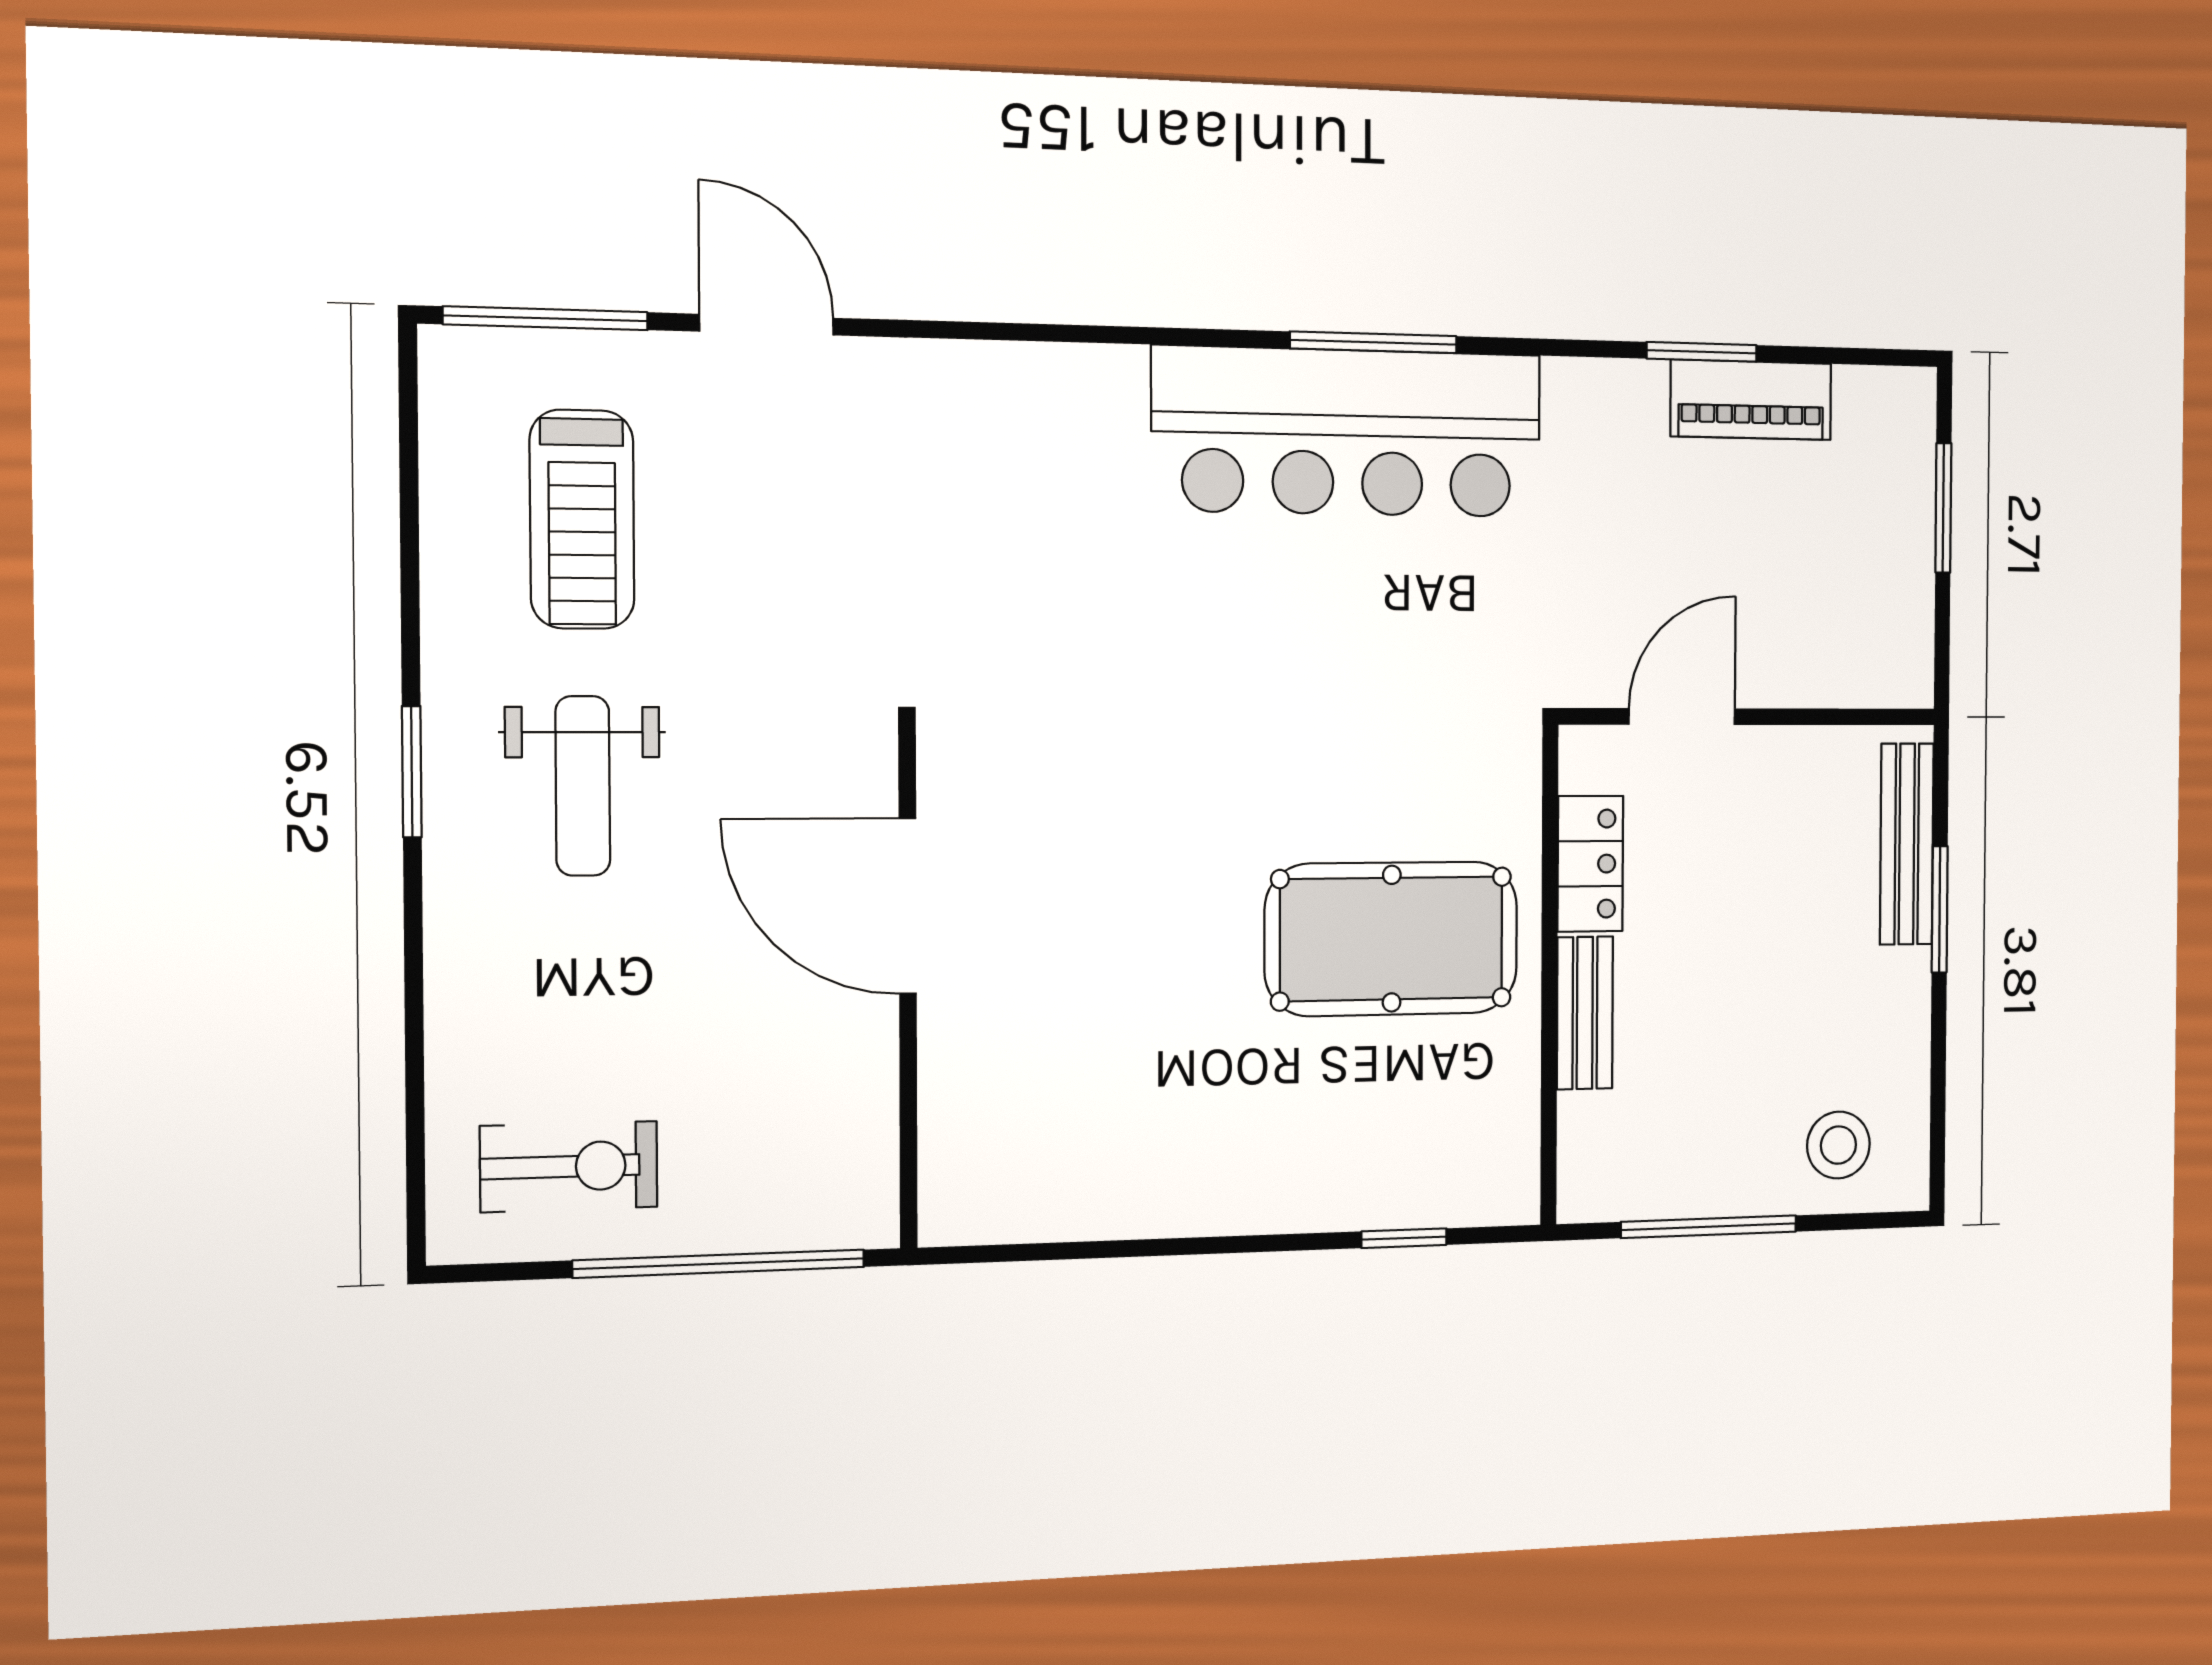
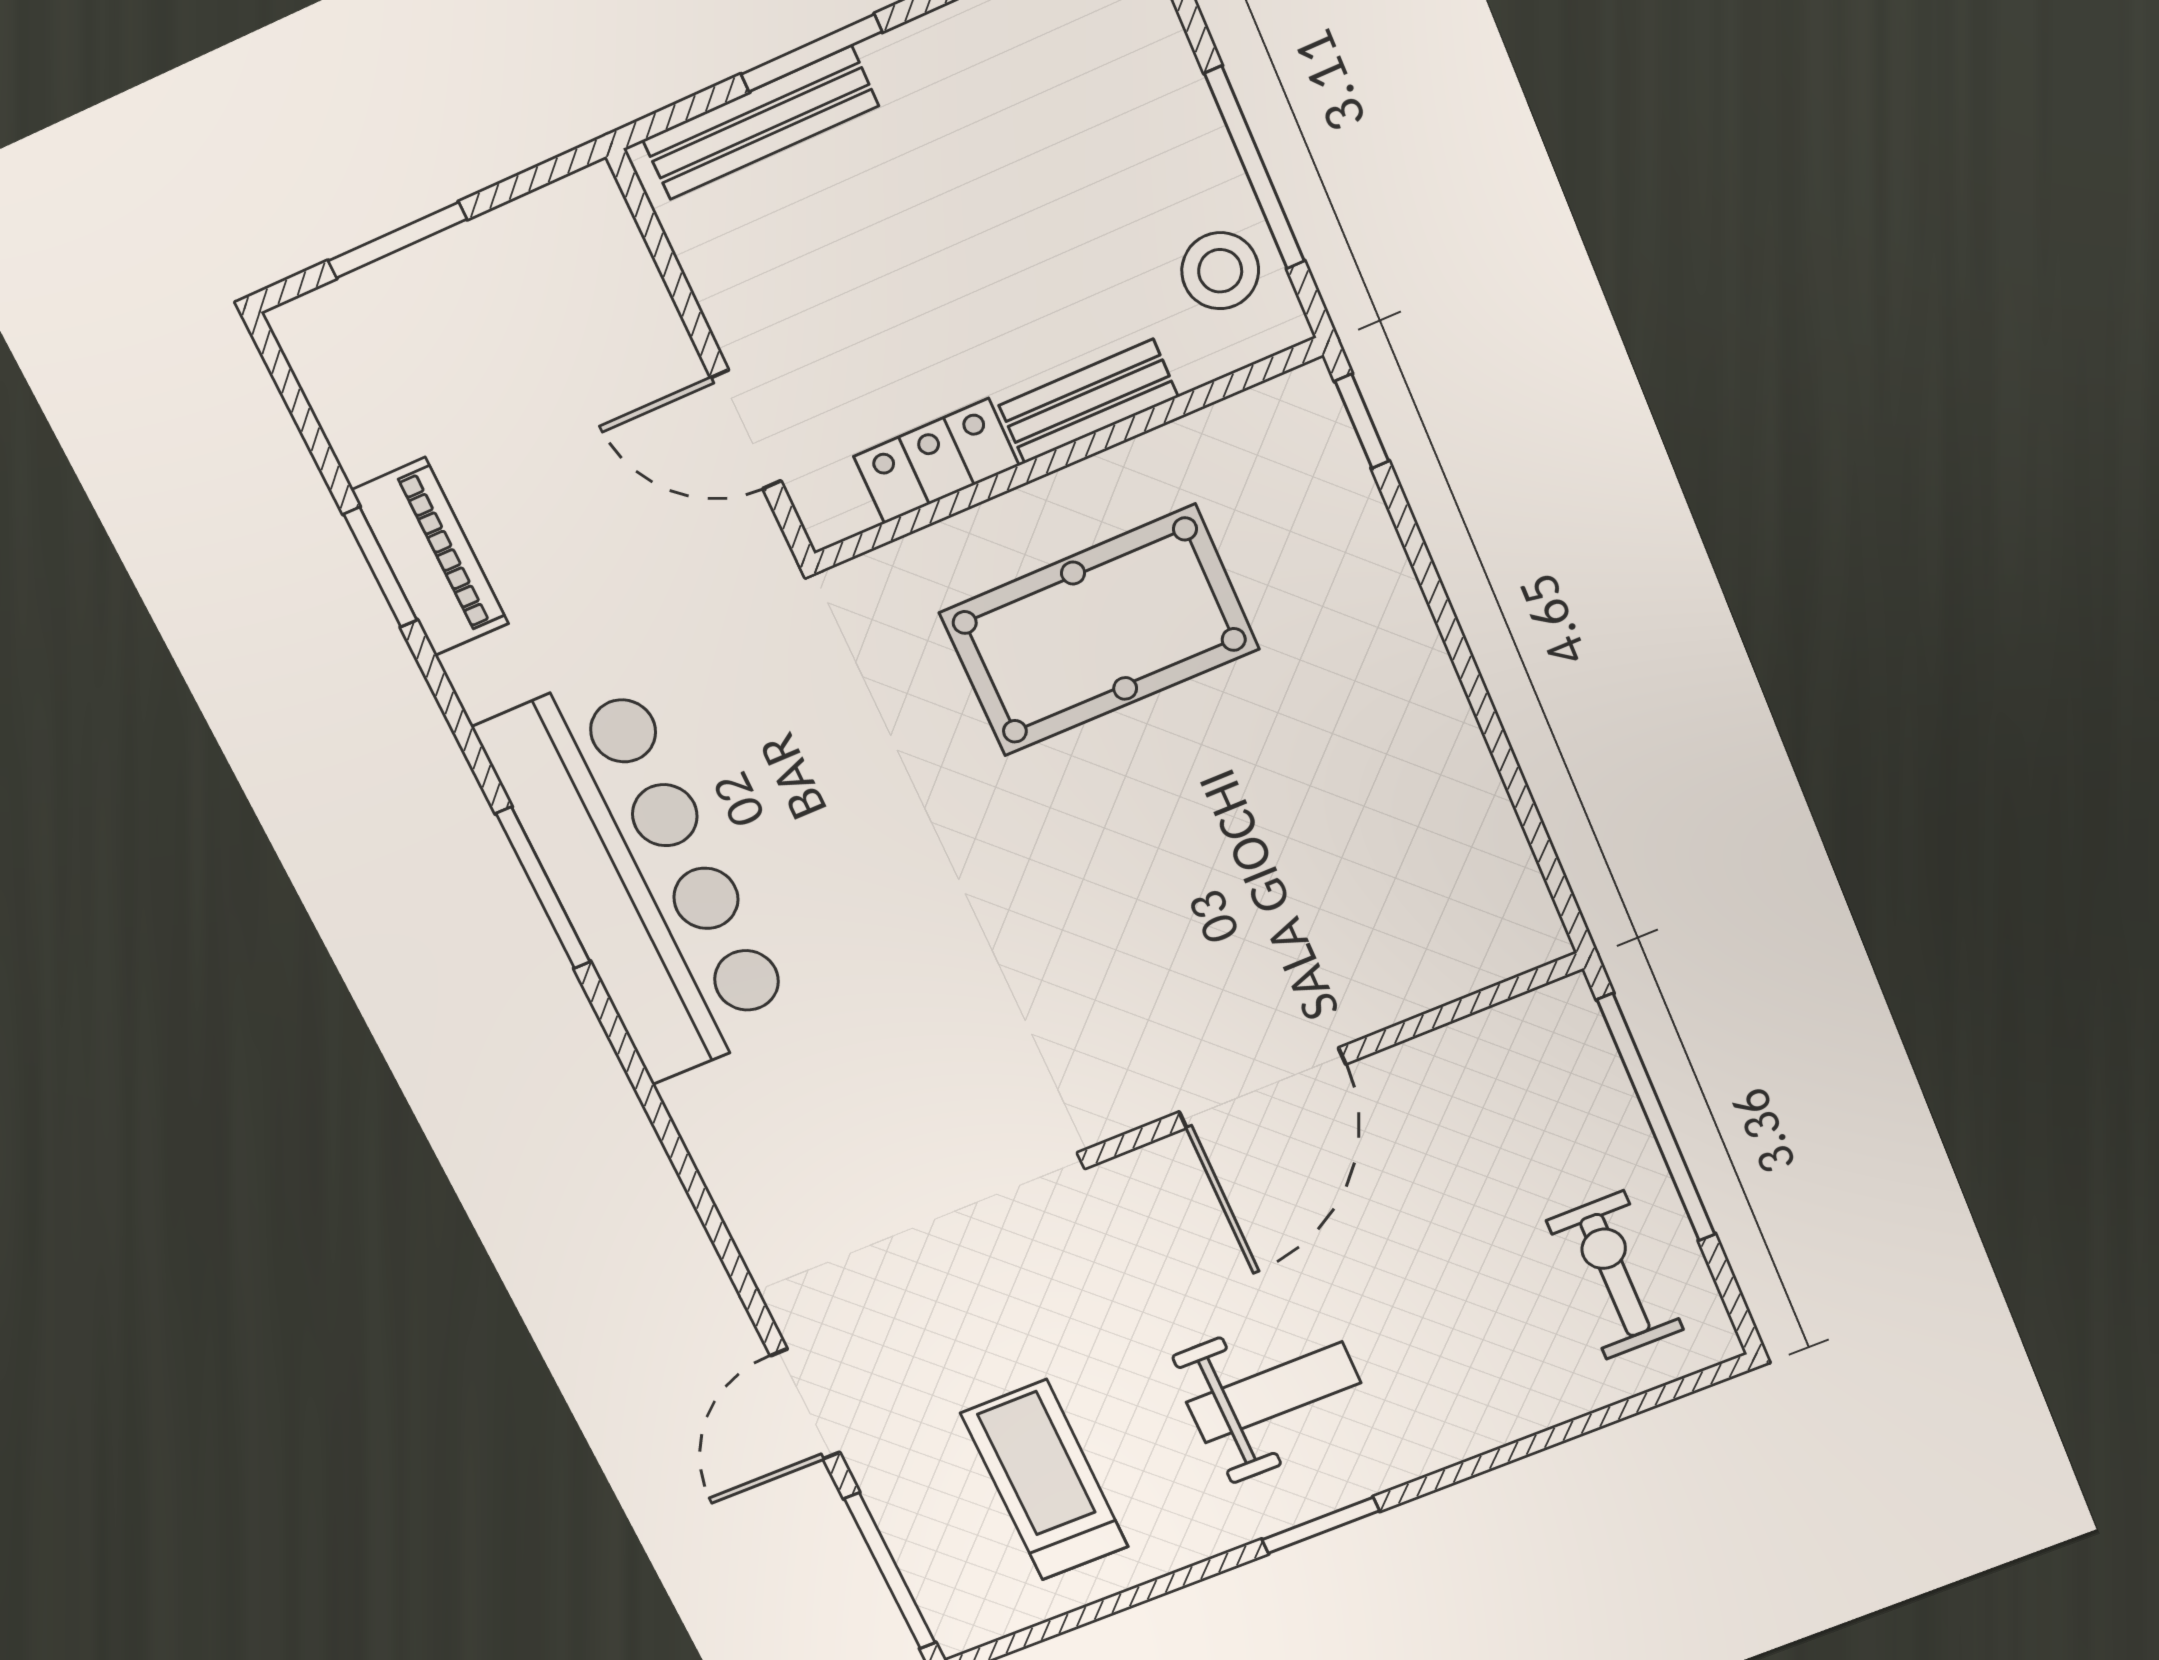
piano: (1751, 400) -> (430, 557), moved
treadmill: (582, 519) -> (1045, 1480), turned -90
pool table: (1392, 939) -> (1099, 631), turned 90
stool: (1838, 1145) -> (1220, 271), moved
window: (1404, 1238) -> (1362, 421), moved

